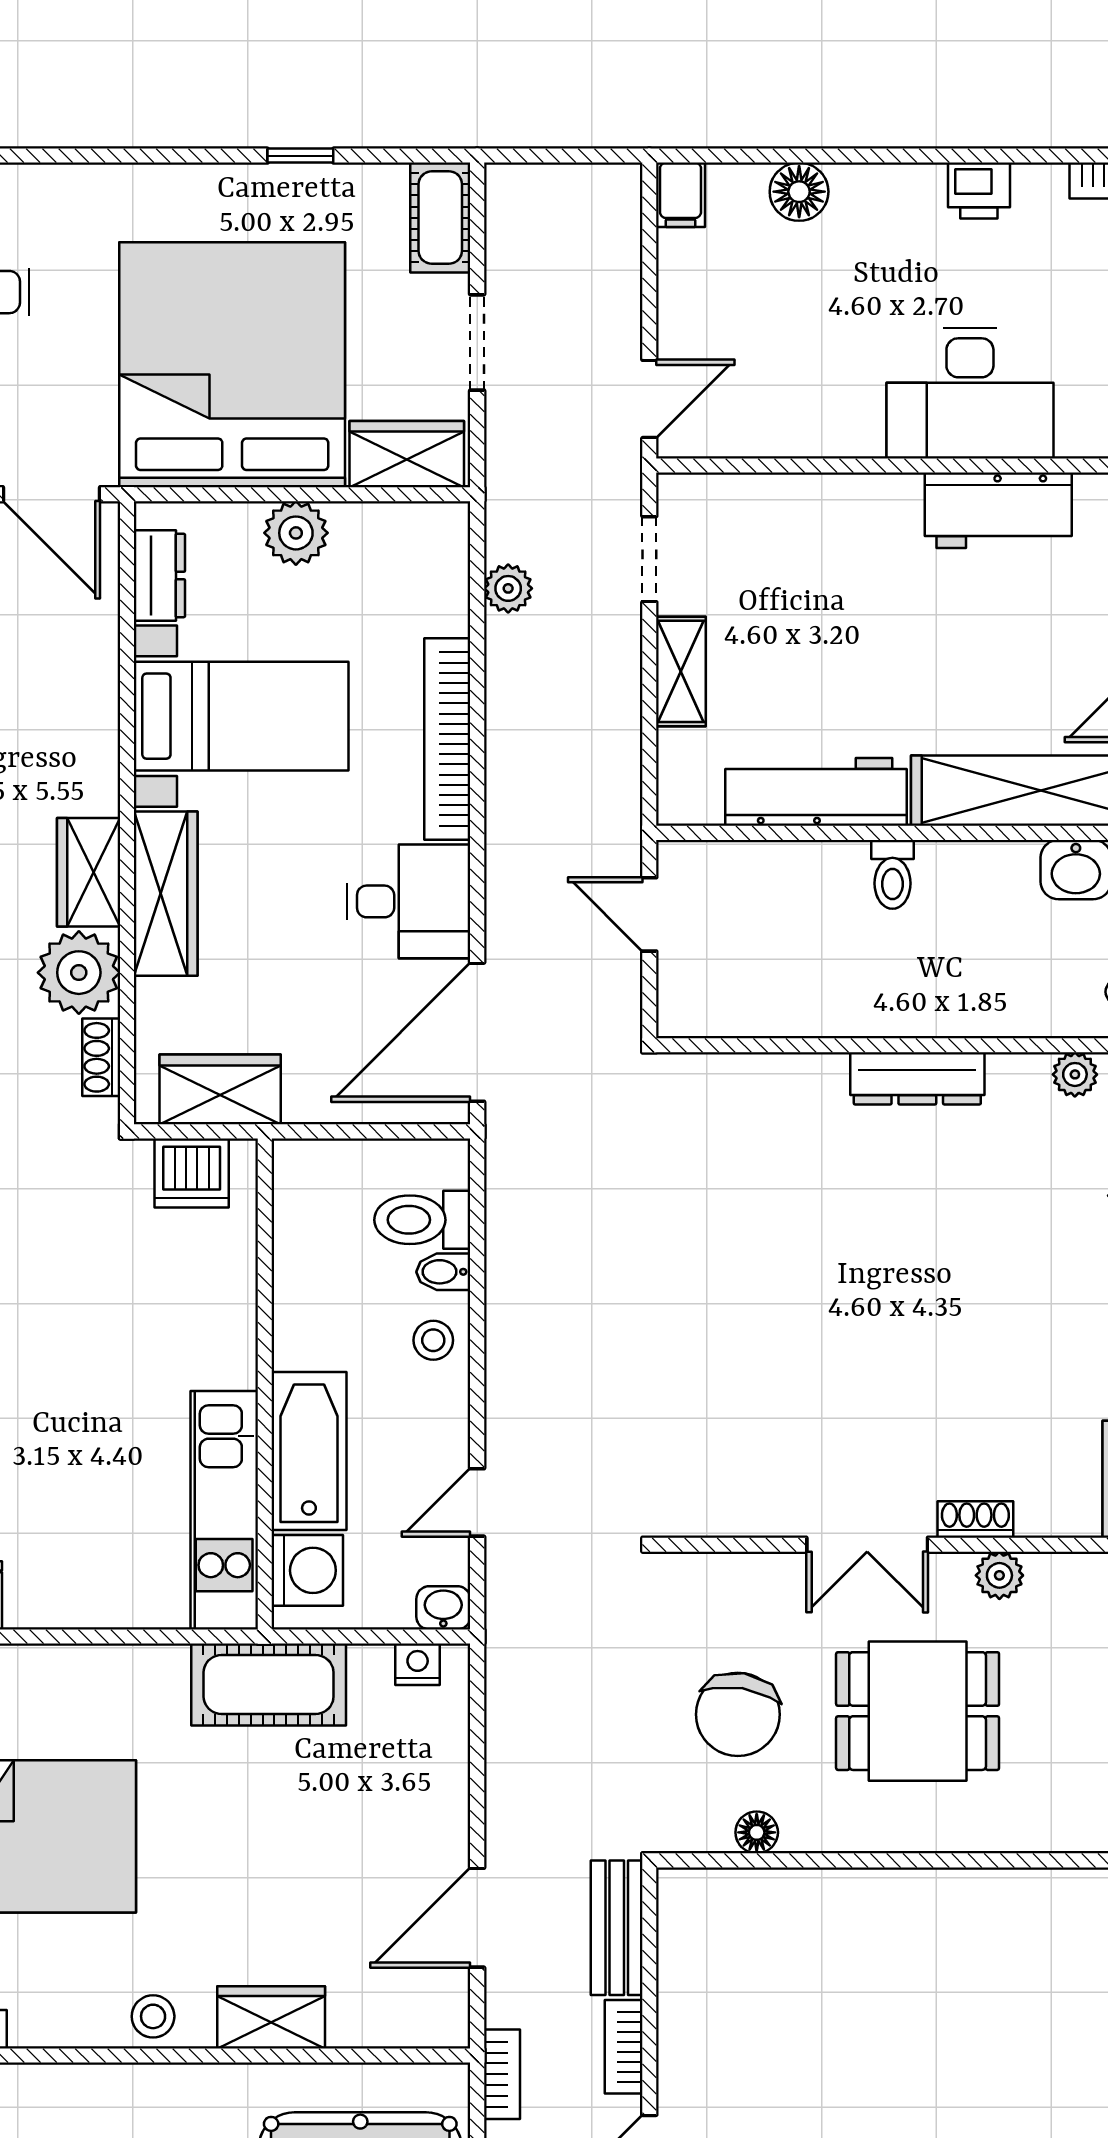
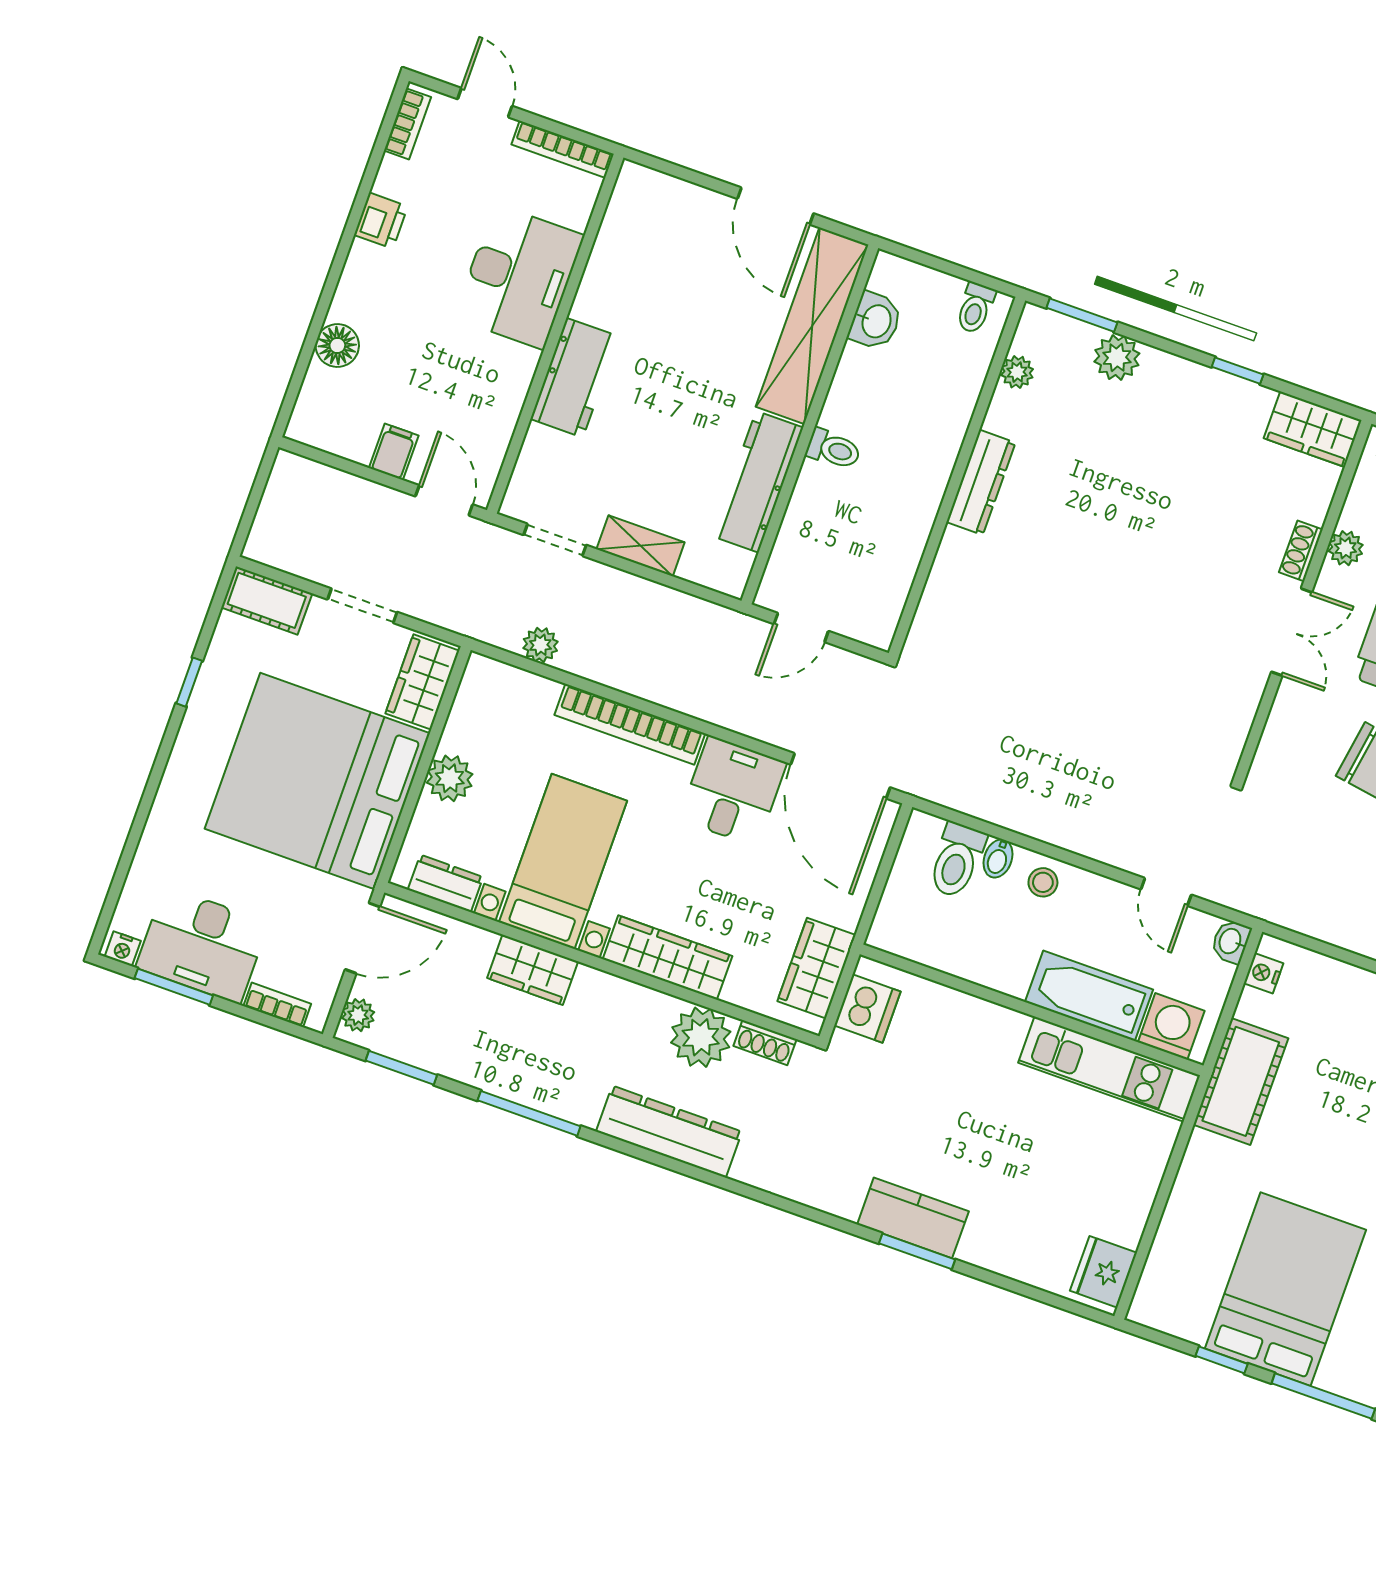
filing cabinet: (681, 195) -> (394, 452), moved, turned -90
workbench: (998, 510) -> (575, 378), moved
wardrobe: (89, 872) -> (533, 970), moved

